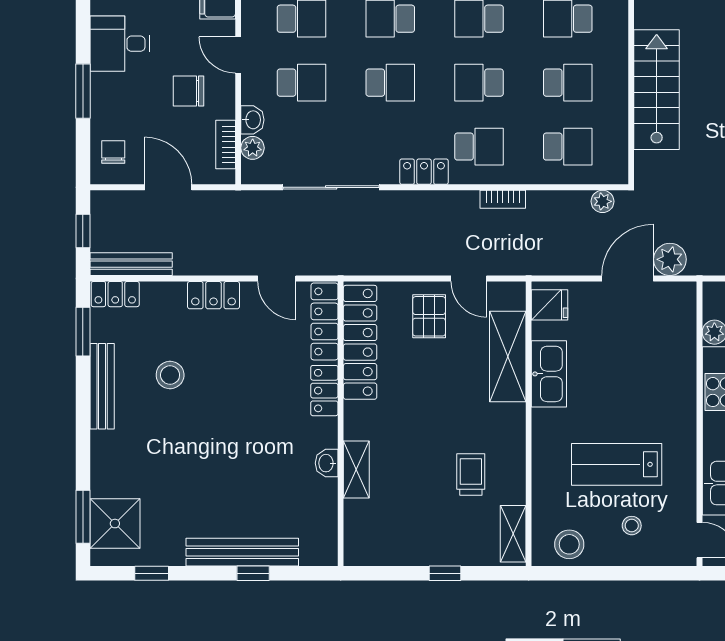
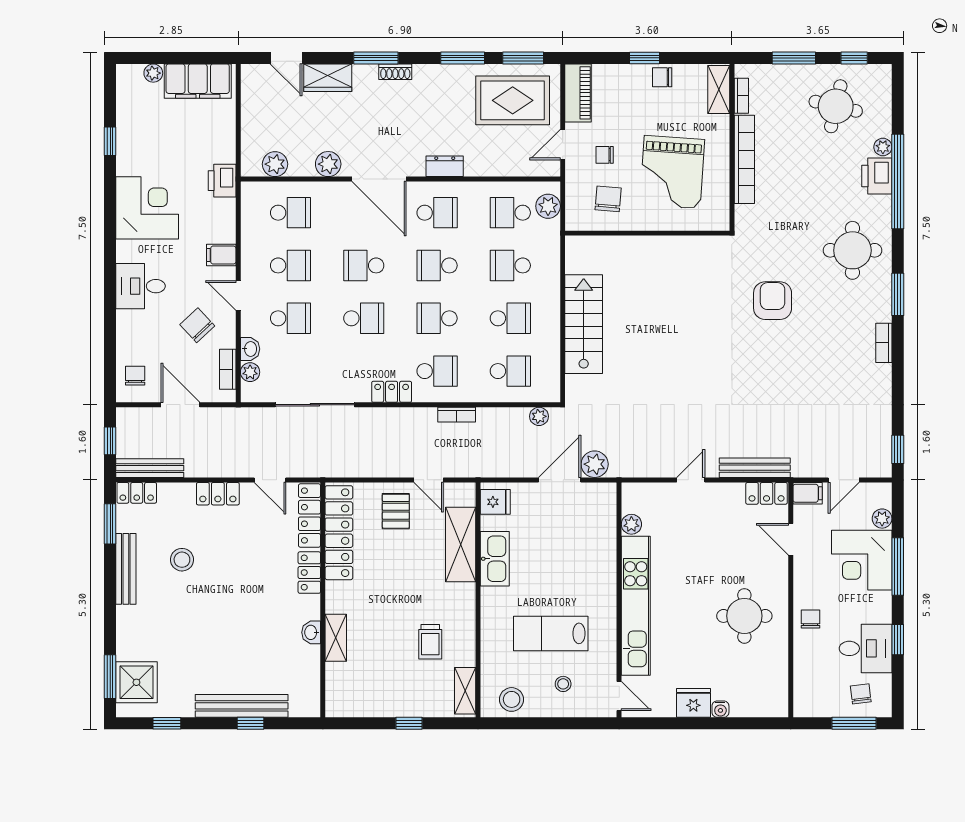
window: (83, 91) -> (110, 325), removed
chair: (188, 91) -> (197, 325), turned 47
trolley: (471, 474) -> (430, 642), turned 180

